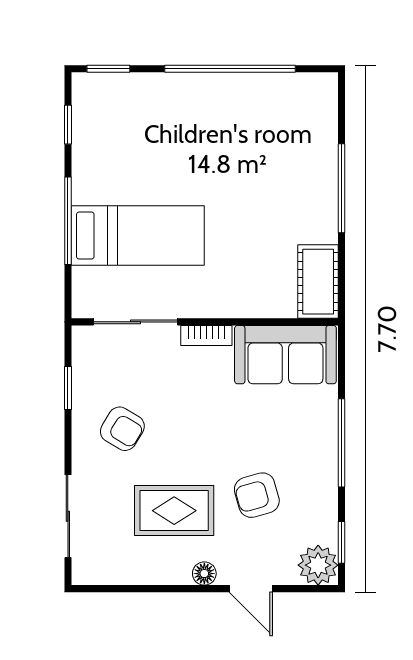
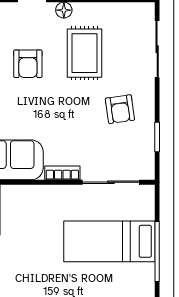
armchair: (122, 429) -> (120, 109), turned -129
armchair: (257, 495) -> (28, 64), turned 106
rug: (174, 511) -> (84, 53), turned 90

